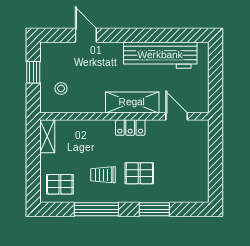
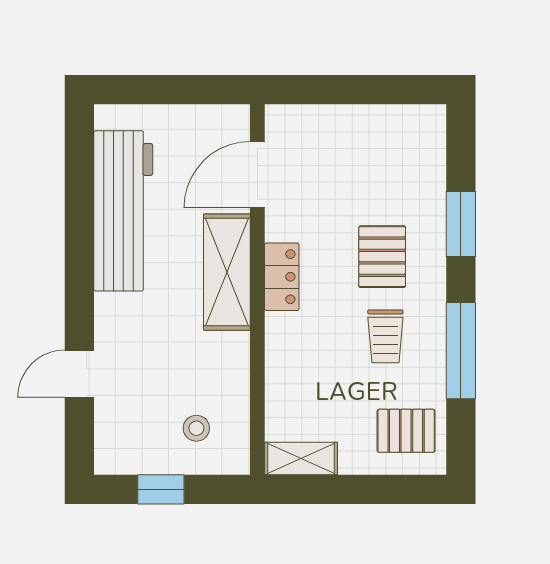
door: (177, 116) -> (257, 175), width x1.38
pallet: (60, 184) -> (406, 431), turned 90

